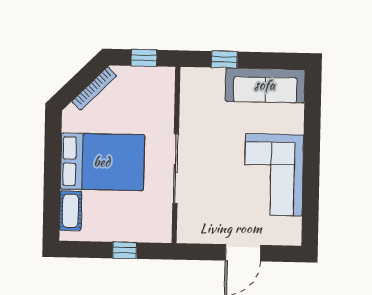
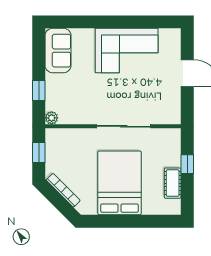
plant: (188, 75) -> (52, 118), added
sofa: (265, 85) -> (58, 51), width x0.73
cot: (71, 211) -> (173, 183), moved, turned 90

